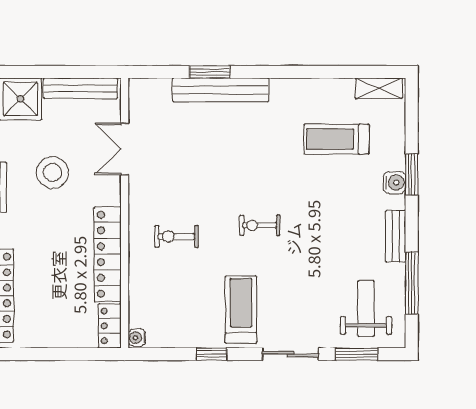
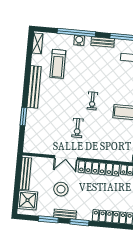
bench: (221, 90) -> (34, 87), moved
double door: (125, 149) -> (66, 158), moved
window: (412, 175) -> (76, 33), width x2.11
exercise bike: (176, 237) -> (77, 128), moved

